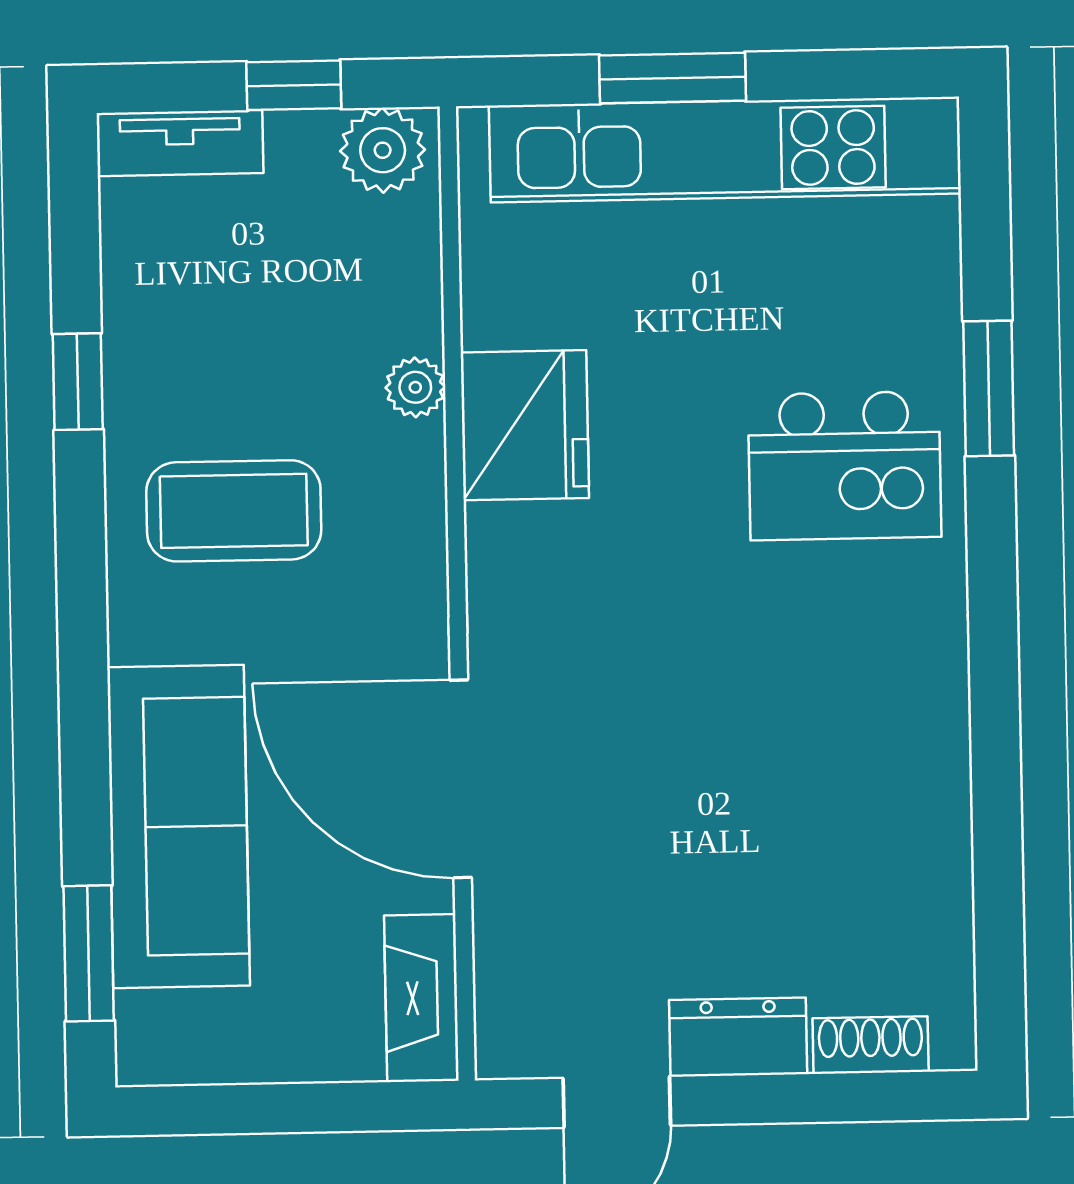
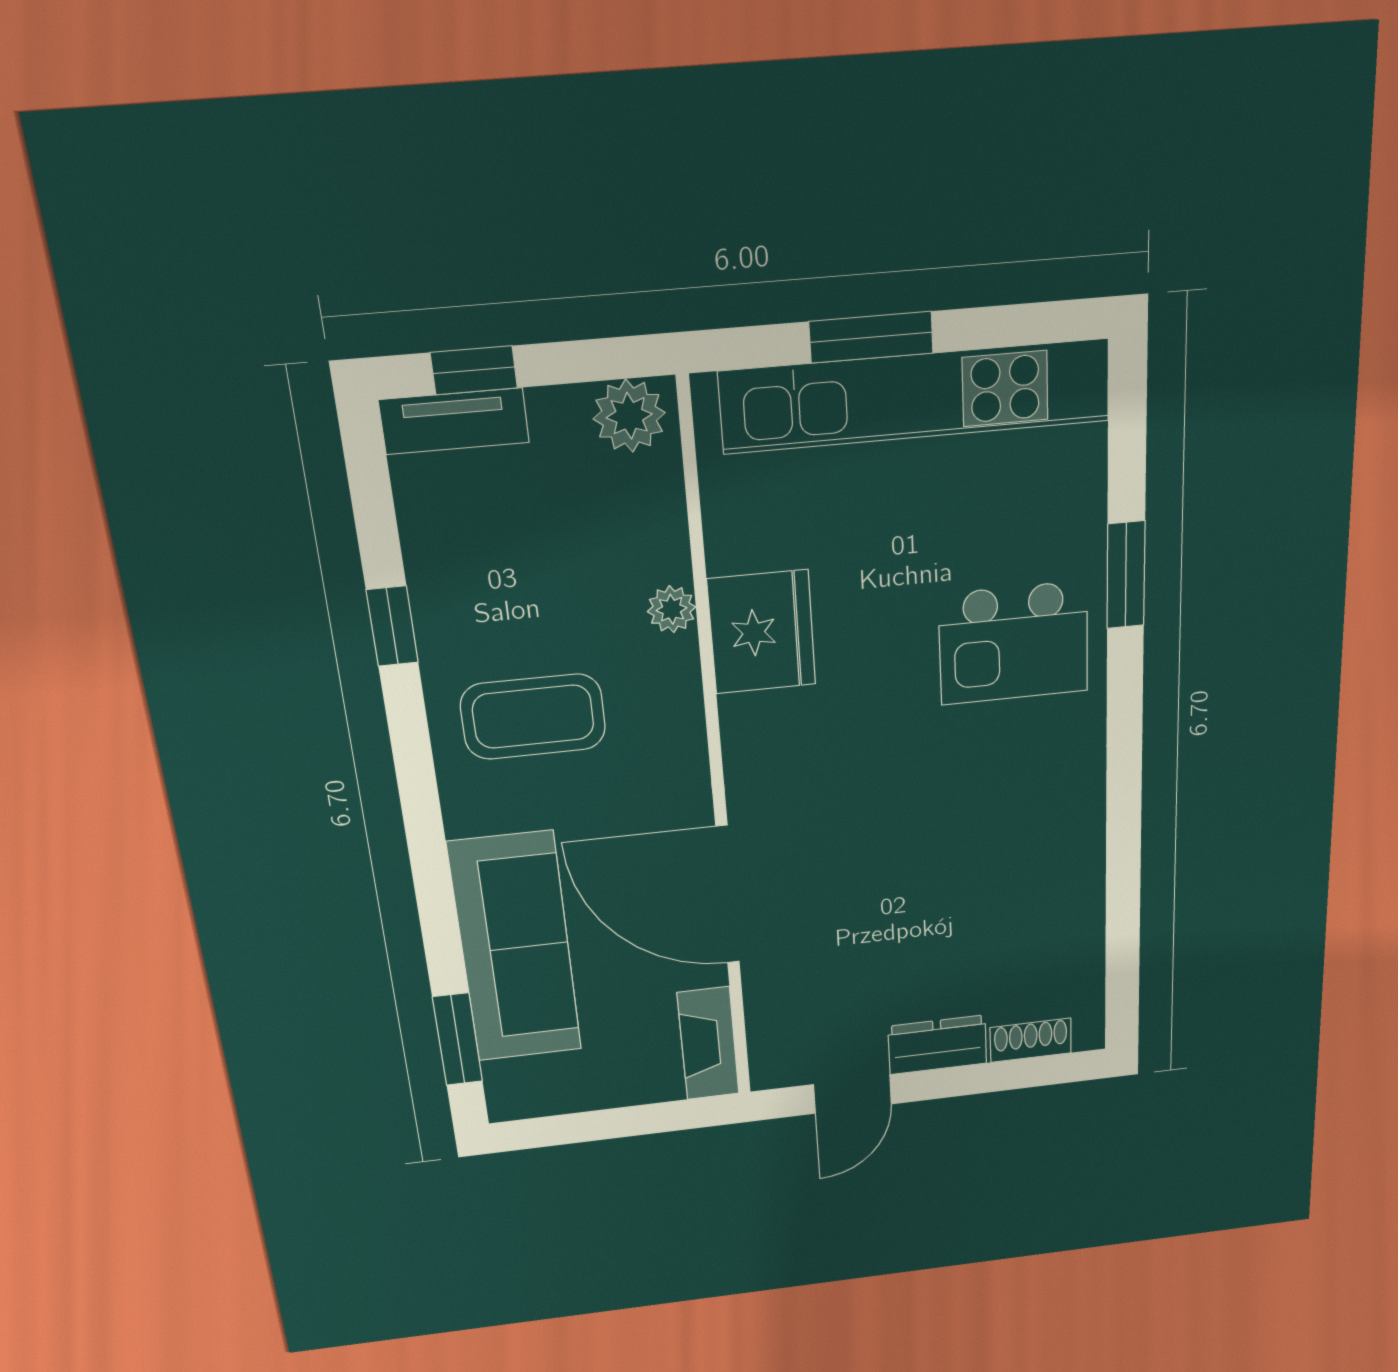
window: (294, 85) -> (474, 370), moved

